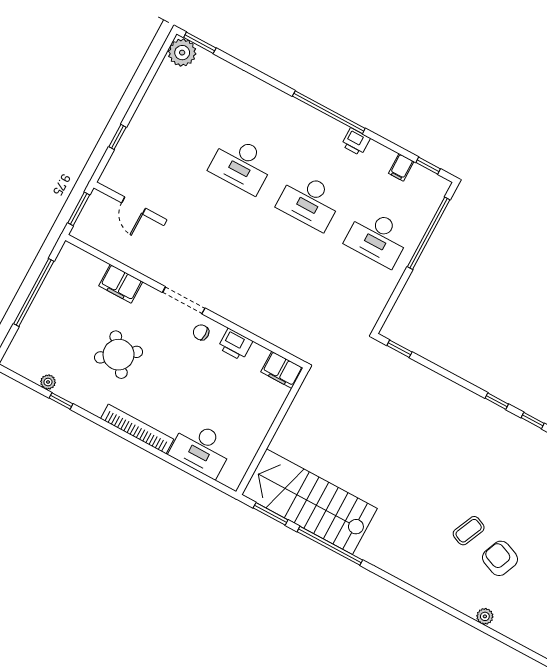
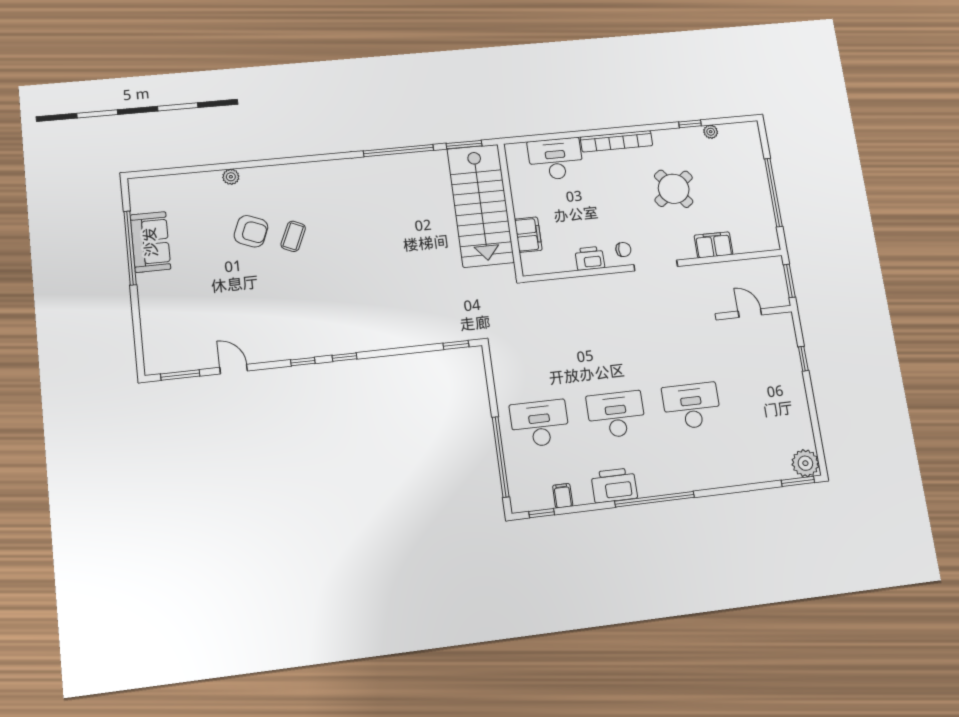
printer: (356, 142) -> (614, 485), width x1.87, depth x1.48
filing cabinet: (282, 370) -> (528, 235), moved, turned 90
stairs: (309, 502) -> (481, 205), moved, turned 90

